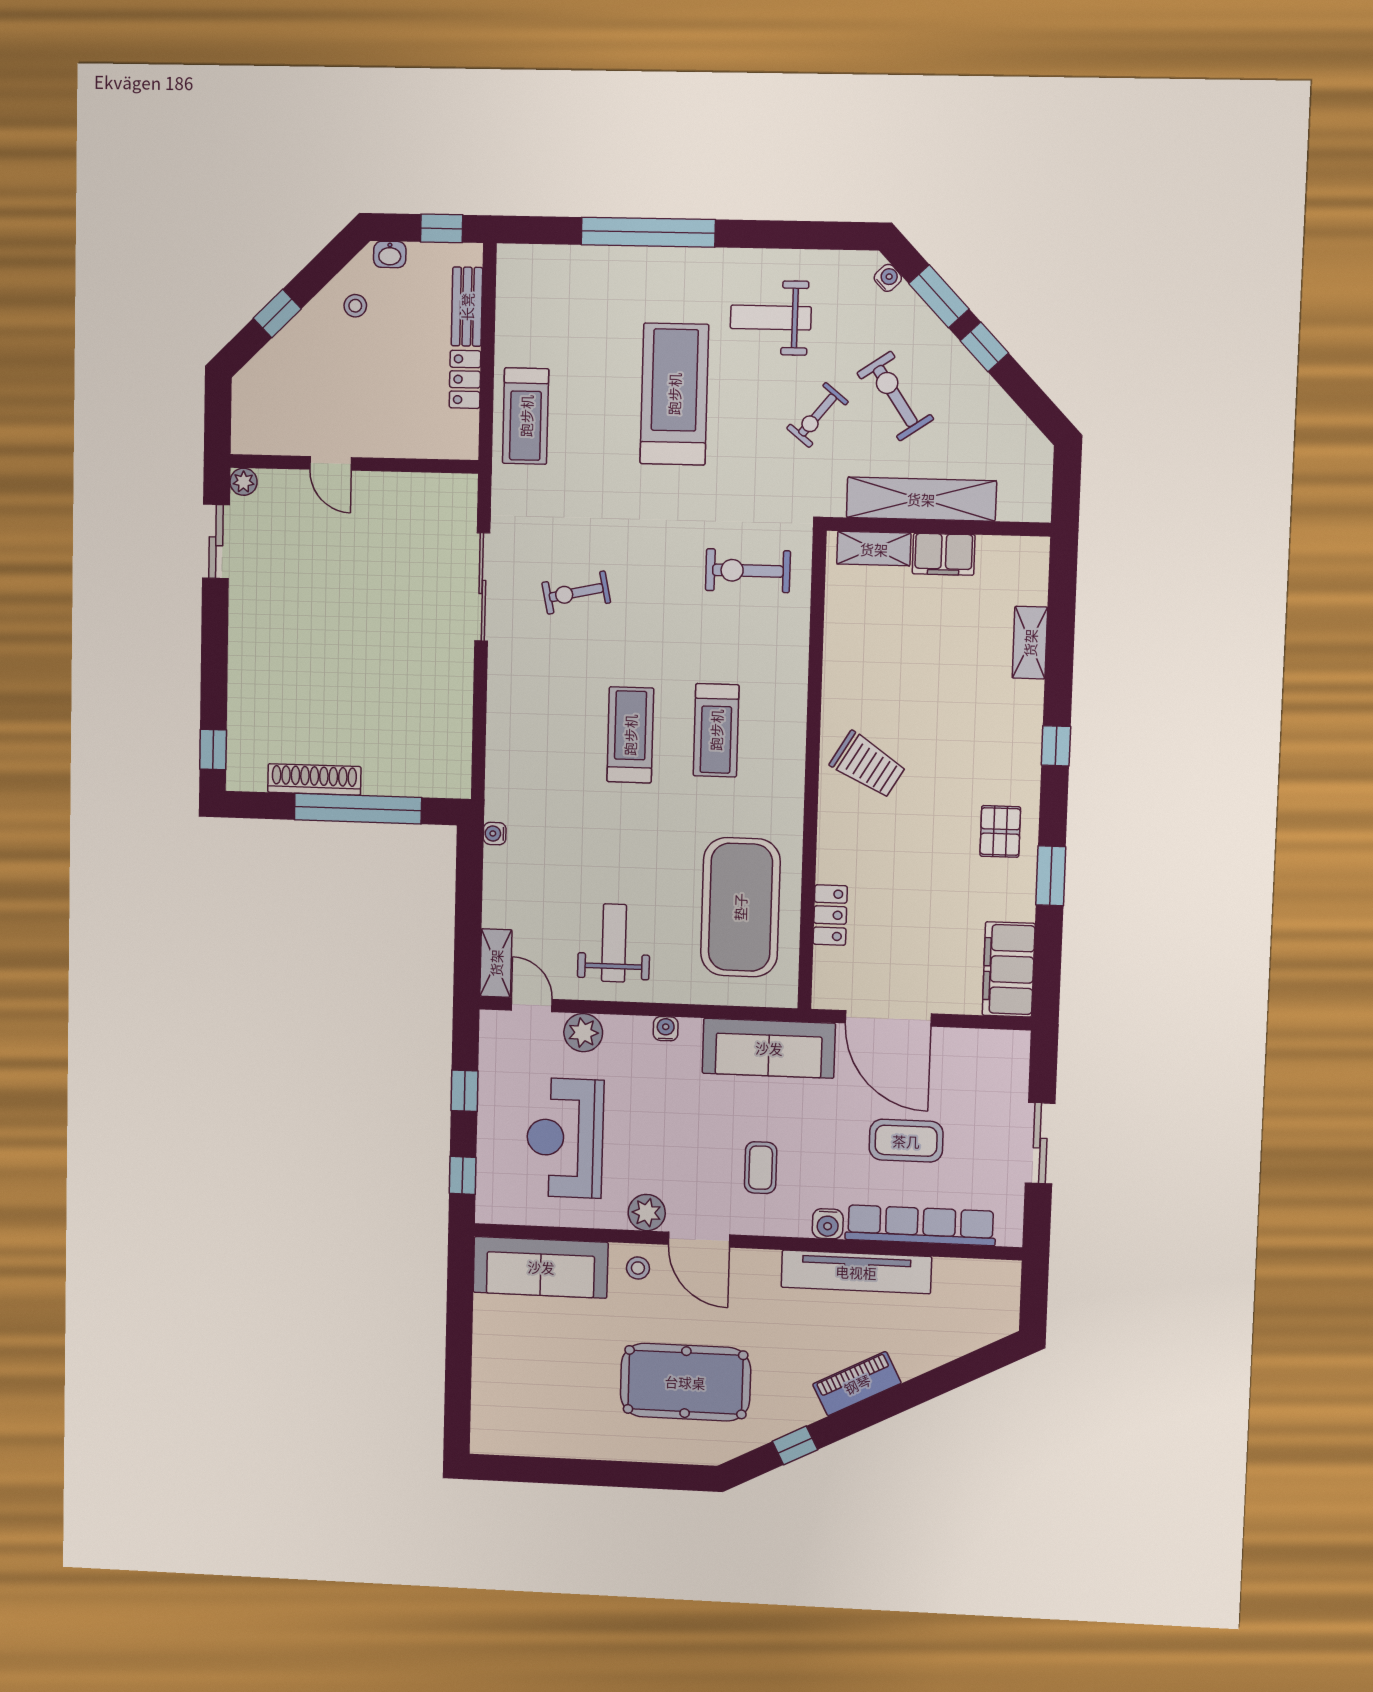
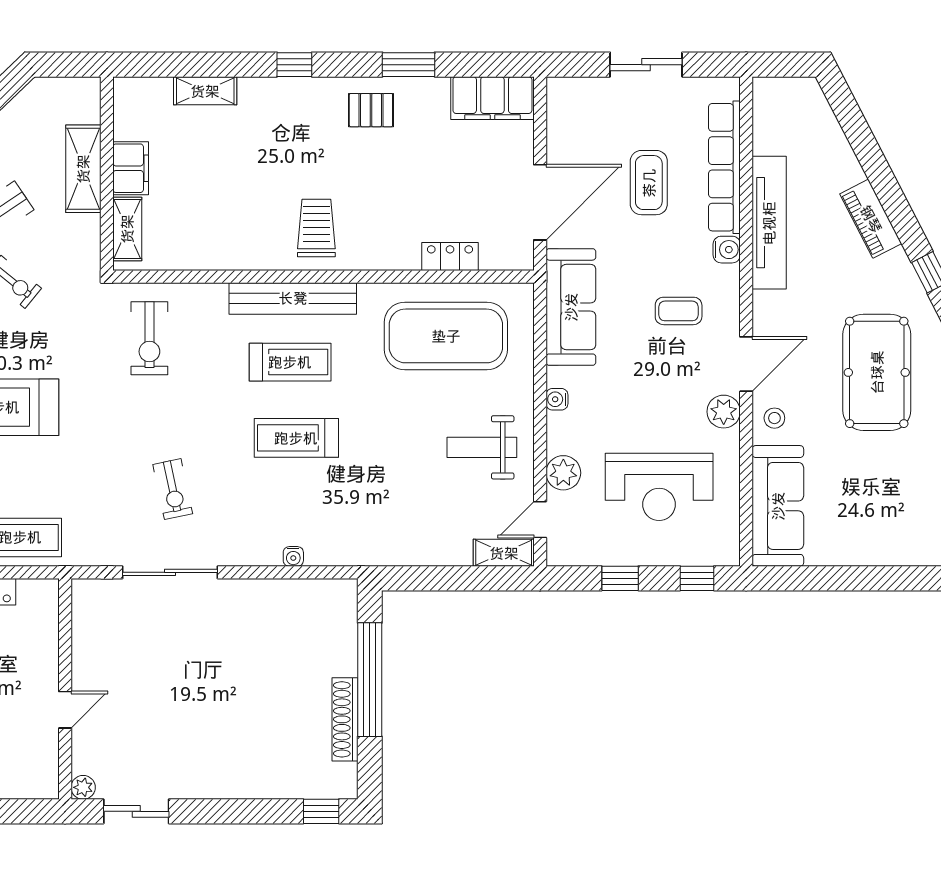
shelving: (921, 499) -> (83, 169), width x0.68
bench: (788, 736) -> (293, 298), added
trolley: (868, 765) -> (316, 228), turned -31
water cooler: (495, 834) -> (293, 556), moved

